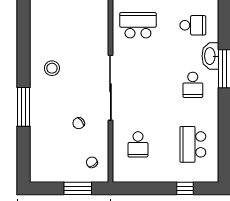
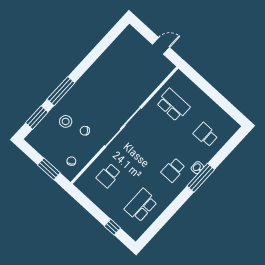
school desk: (193, 25) -> (206, 135), turned 180
washbasin: (210, 56) -> (197, 168), width x0.52, depth x0.69
stool: (52, 68) -> (66, 121), moved
window: (23, 151) -> (37, 117), added

